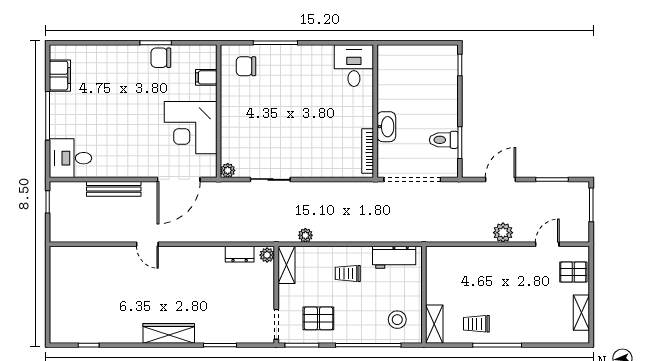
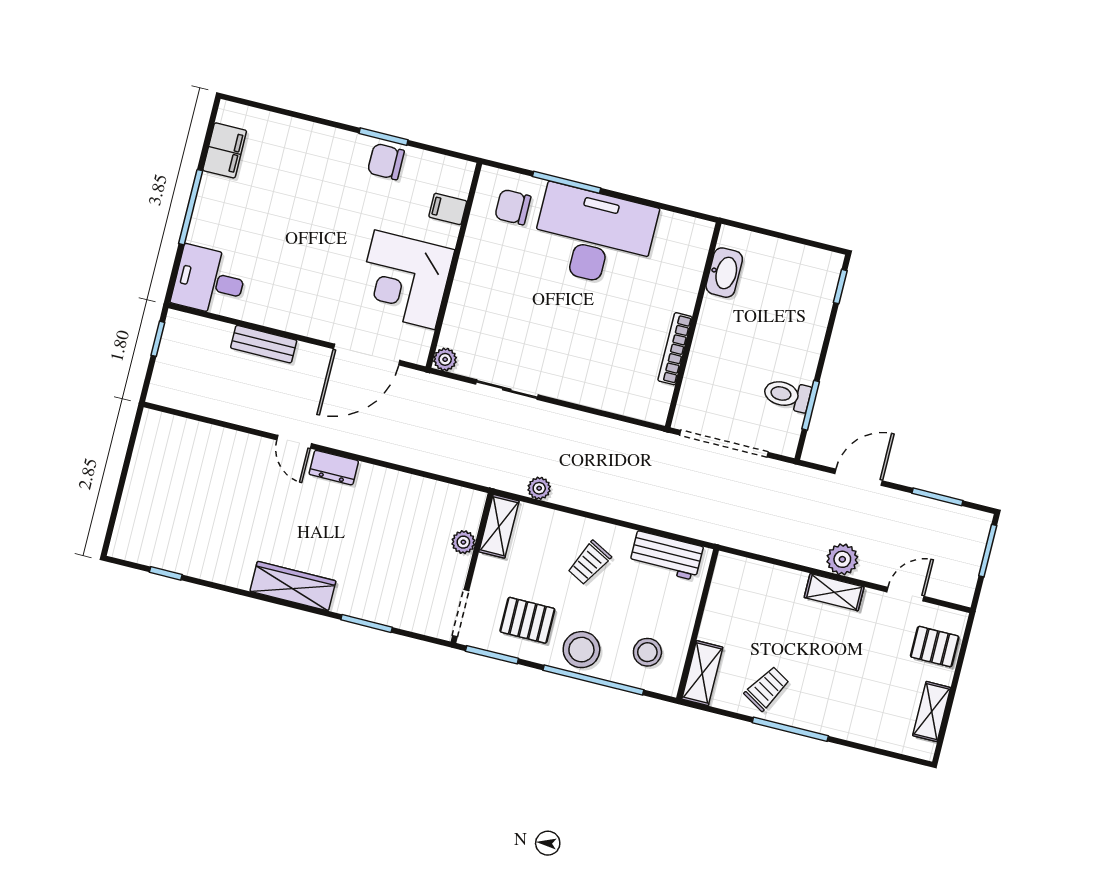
desk: (354, 66) -> (594, 236), moved, width x1.87, depth x1.30
washbasin: (386, 127) -> (724, 273), moved
bookcase: (368, 151) -> (675, 349), moved
bench: (114, 189) -> (264, 344), width x0.73
dresser: (240, 254) -> (334, 468), moved
shelving: (503, 254) -> (834, 592), added
plant: (267, 255) -> (463, 542), moved
trolley: (348, 273) -> (589, 563), turned -62
trolley: (476, 324) -> (767, 689), turned 121
stool: (356, 328) -> (581, 650), added

